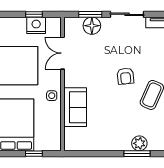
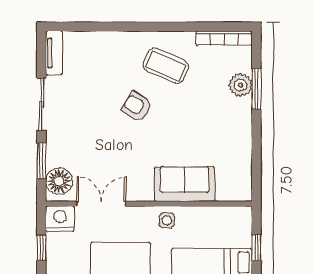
nightstand: (36, 25) -> (60, 219), moved, turned 90
floor lamp: (92, 26) -> (59, 181), moved
double door: (62, 53) -> (101, 204), swing flipped
armchair: (125, 76) -> (137, 106), turned -142

